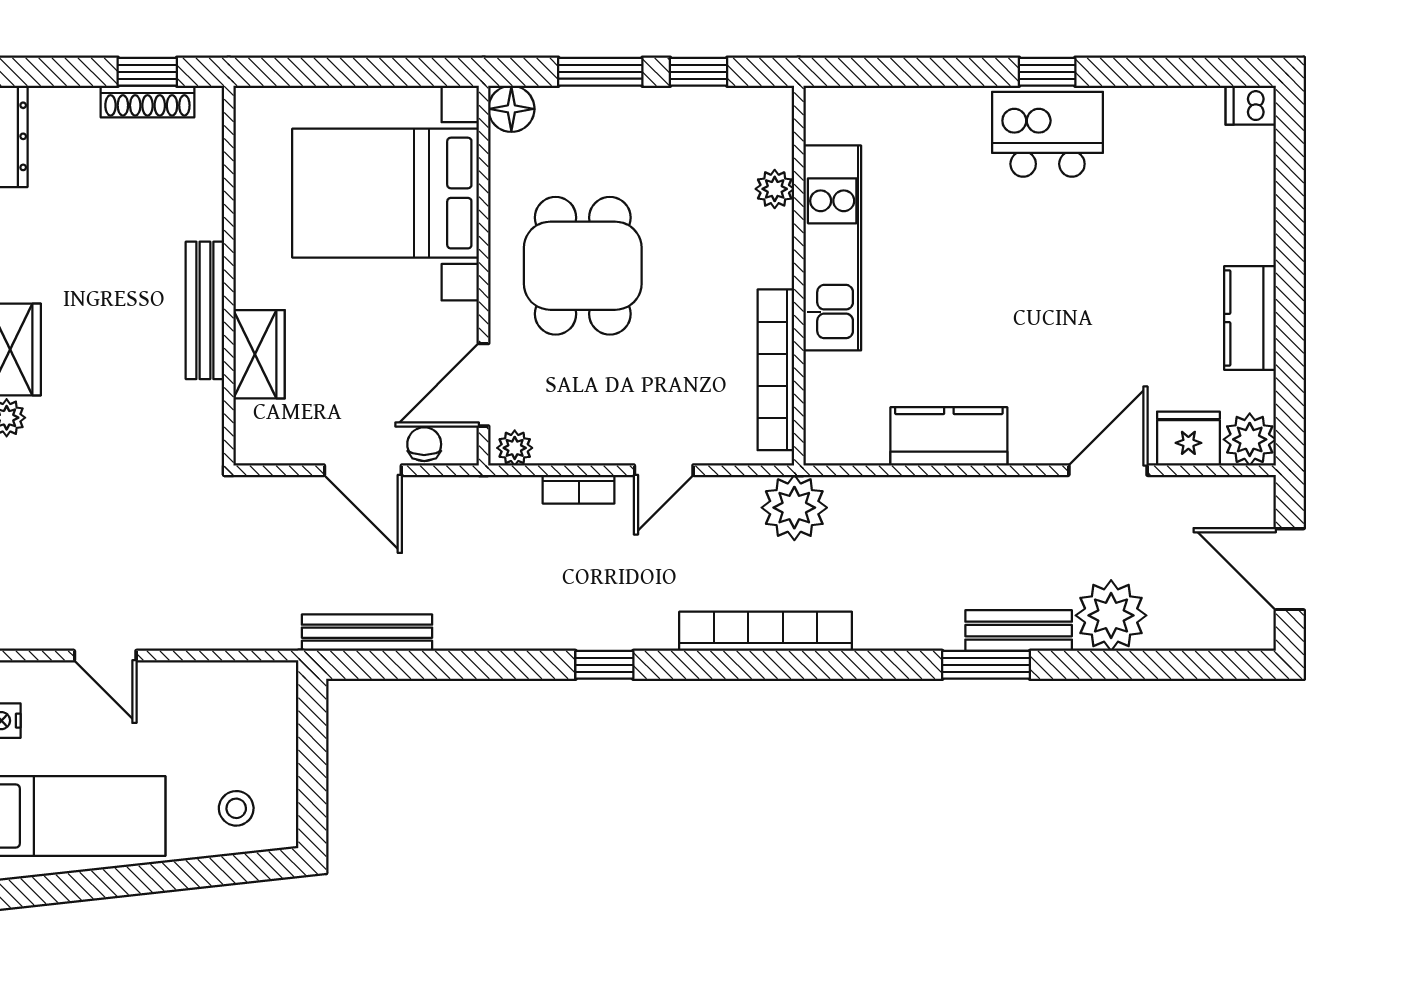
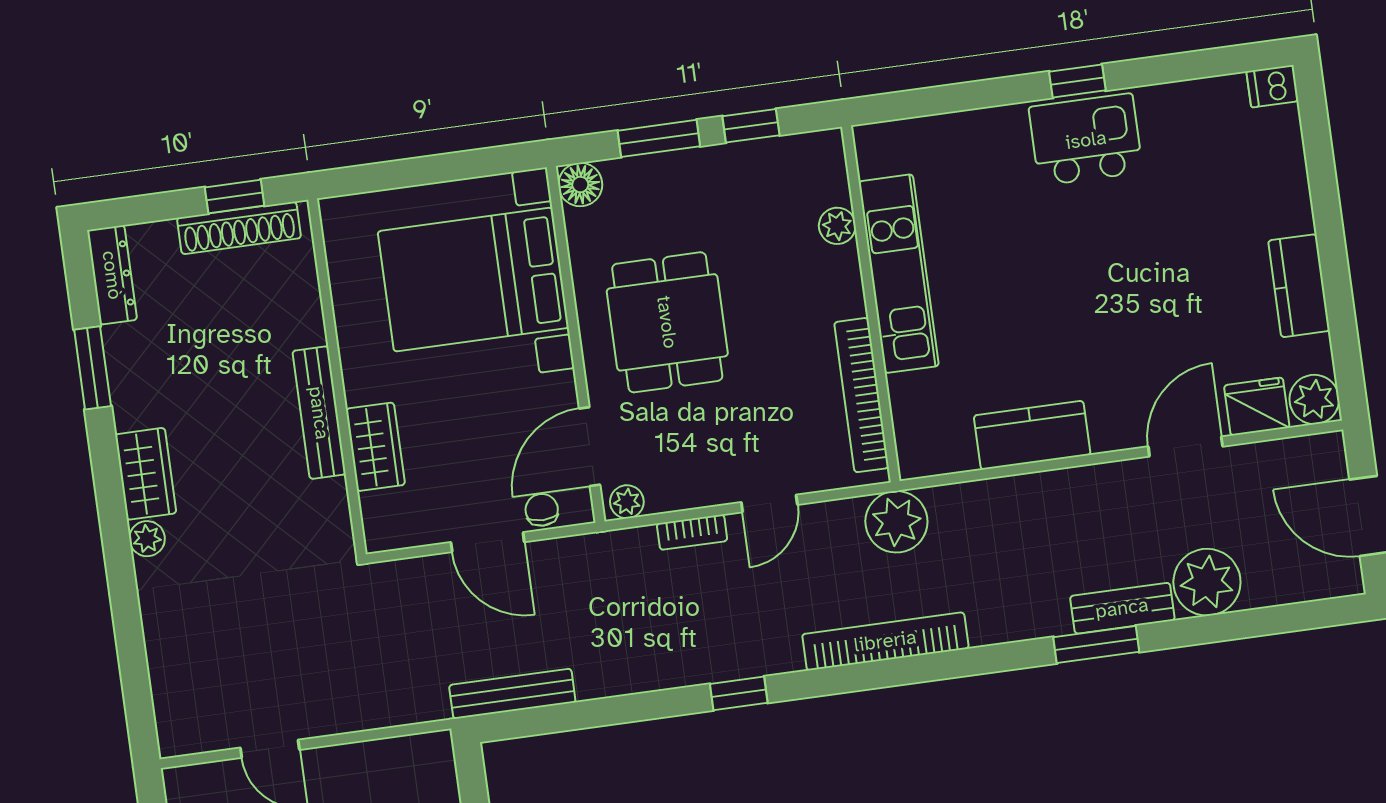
shoe rack: (147, 102) -> (239, 228), width x1.36, depth x1.24

